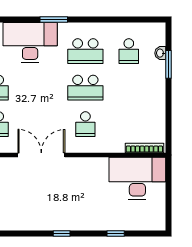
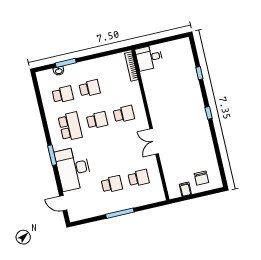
school desk: (85, 88) -> (97, 120), width x0.54
school desk: (129, 88) -> (90, 88), added
double door: (41, 155) -> (154, 141), width x0.73
desk: (137, 178) -> (149, 58), width x0.53, depth x0.77

